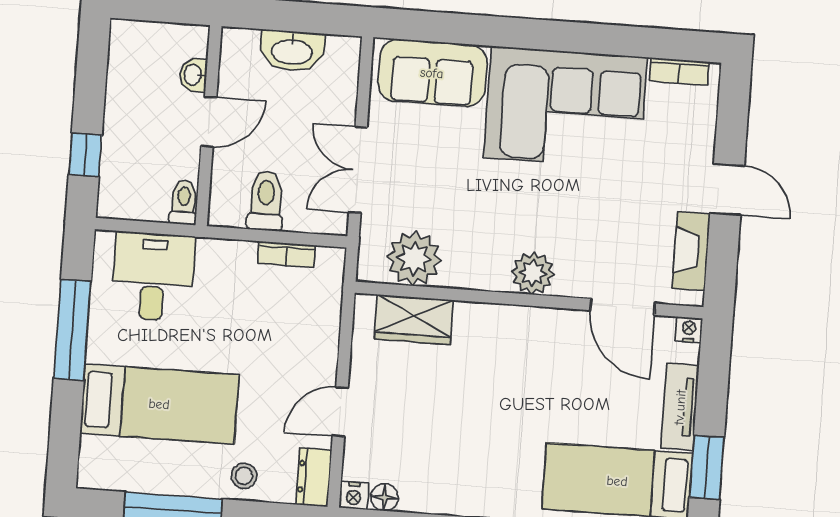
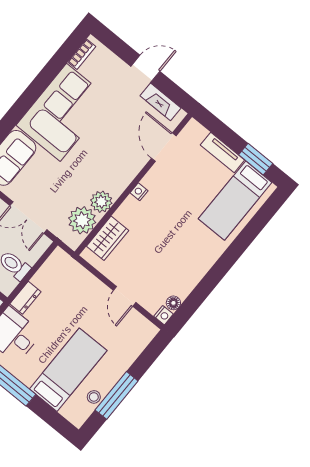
bookcase: (286, 254) -> (43, 273), removed
plant: (533, 273) -> (101, 202), moved
door: (623, 307) -> (164, 147), swing flipped
nightstand: (689, 330) -> (139, 192), moved
stool: (244, 476) -> (94, 397), moved
dresser: (314, 477) -> (25, 298), moved, turned -90

